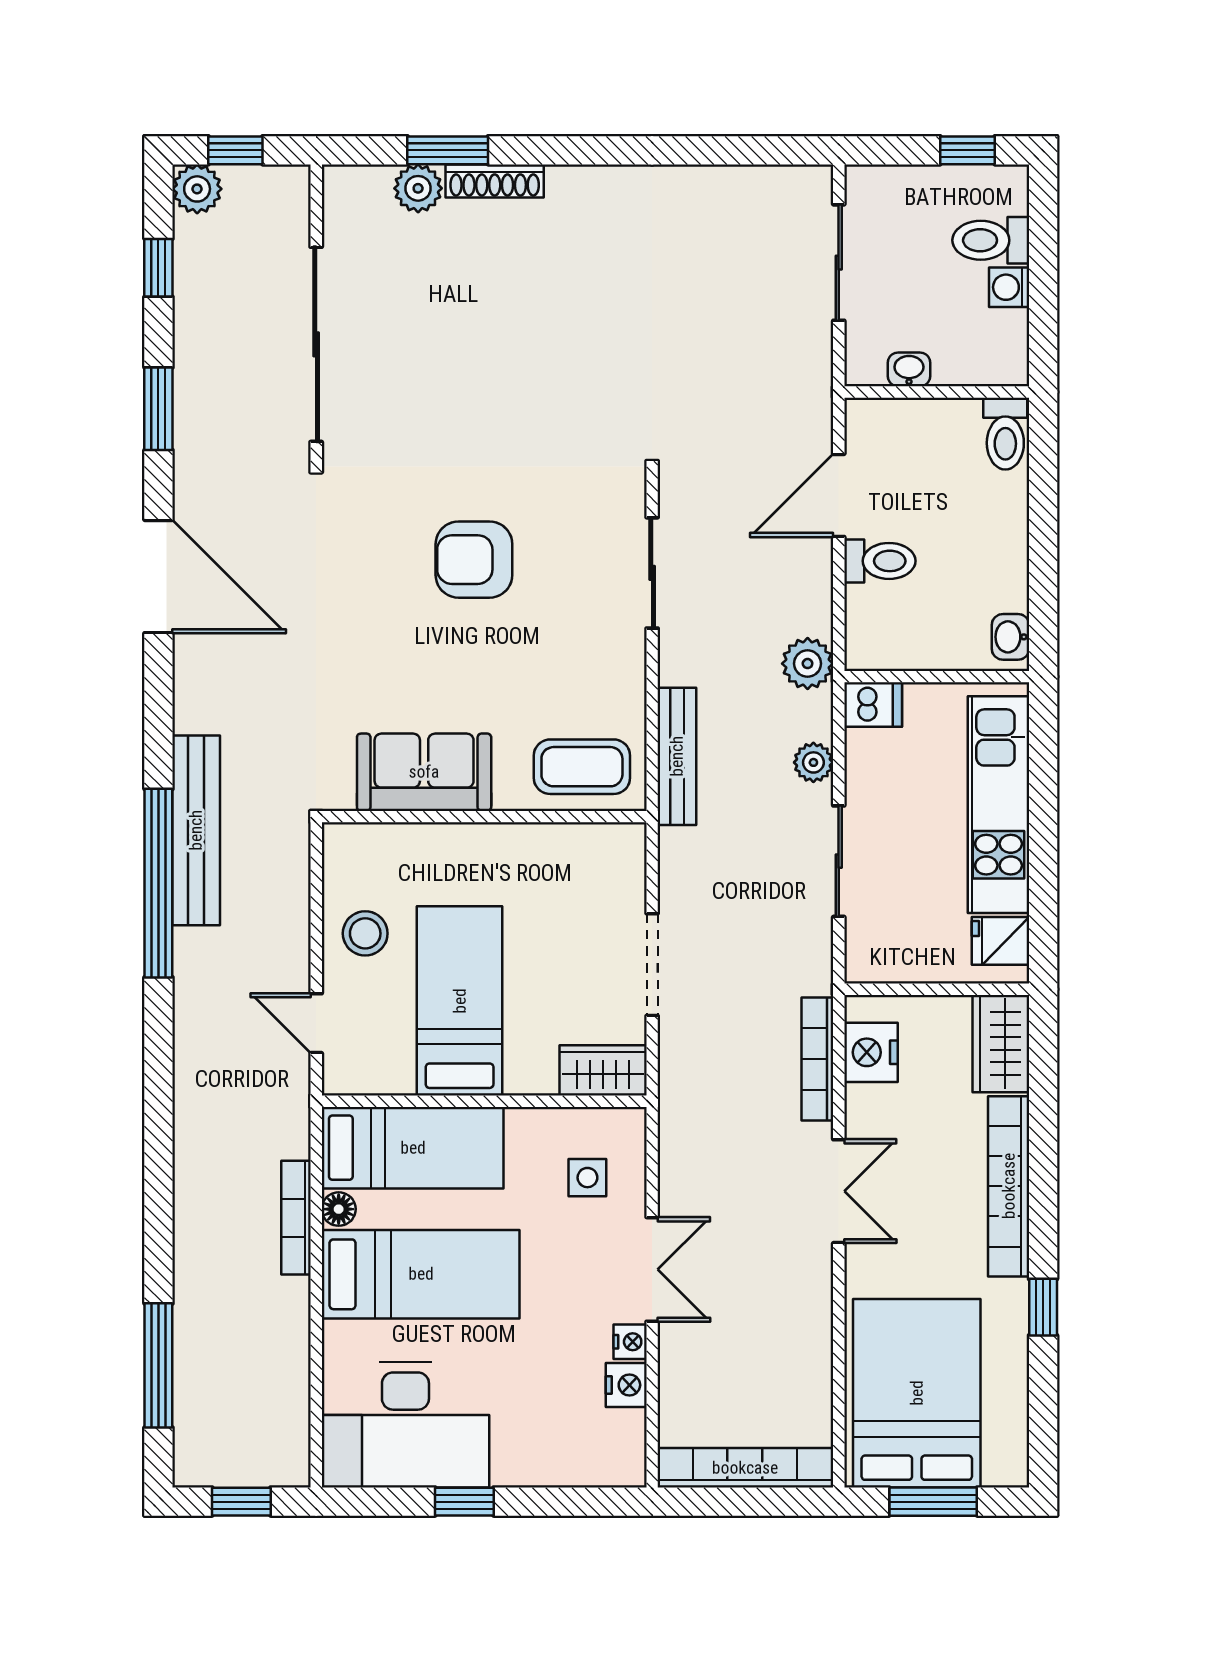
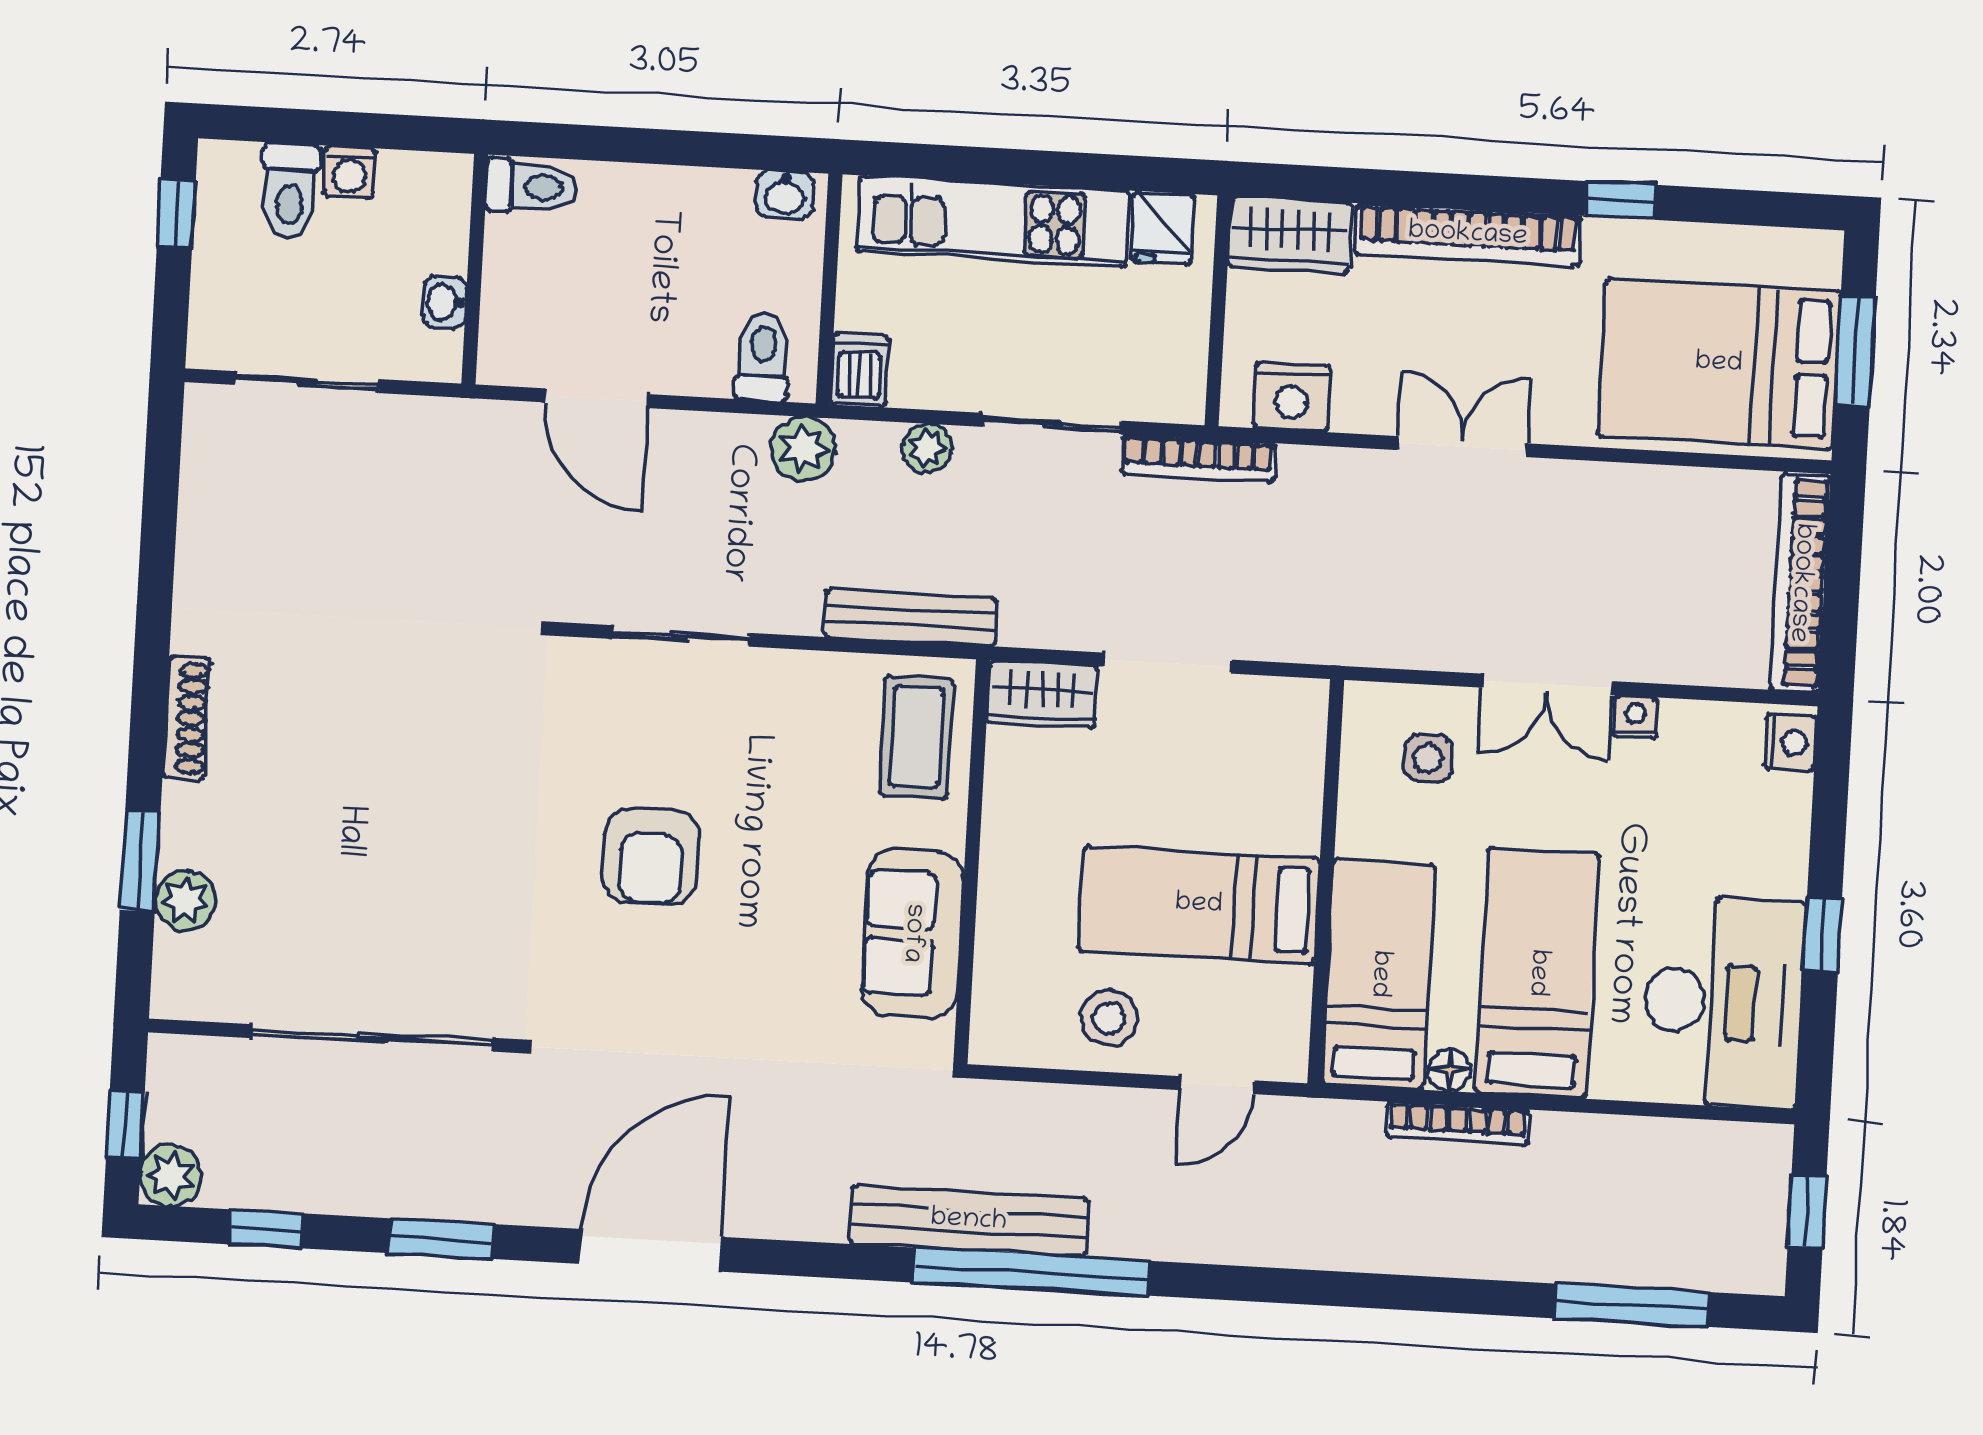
shoe rack: (495, 181) -> (186, 718), moved
toilet: (880, 561) -> (763, 356), moved
bookcase: (817, 1059) -> (1198, 459), moved
wardrobe: (603, 1070) -> (1042, 695), moved, turned -90
double door: (652, 1269) -> (1547, 684), swing flipped
nightstand: (626, 1385) -> (1790, 742), moved, turned 90

